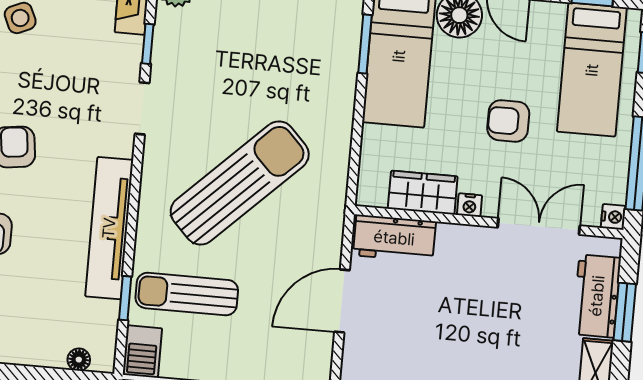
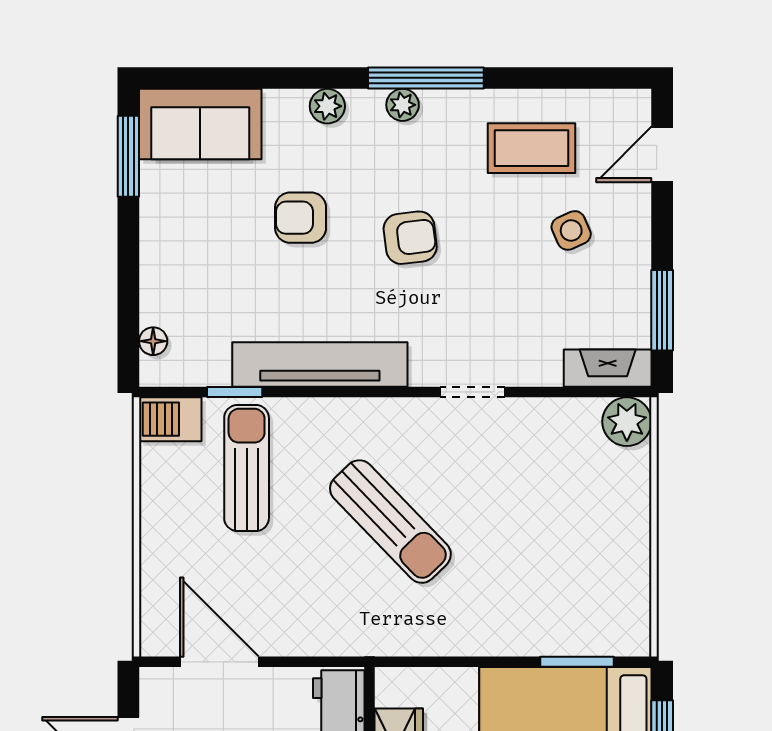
window: (148, 44) -> (553, 392), removed
sun lounger: (240, 183) -> (390, 522), width x0.73, depth x0.75
door: (342, 301) -> (219, 662), moved

